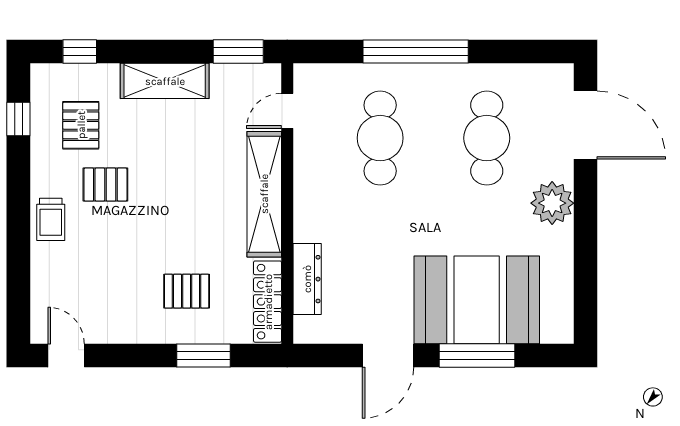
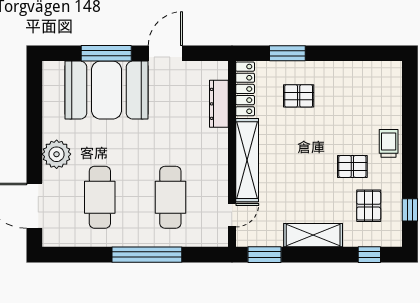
door: (66, 356) -> (378, 53), removed

